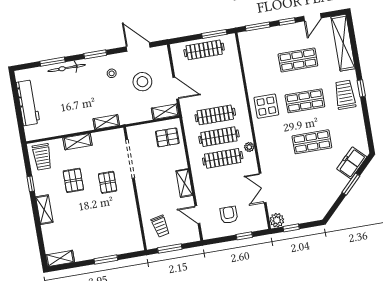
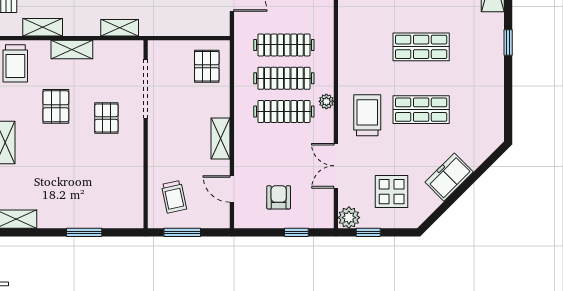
trolley: (345, 95) -> (367, 115), moved
display table: (266, 106) -> (392, 192), moved
shelving: (165, 112) -> (43, 27), moved
pallet: (167, 137) -> (207, 66), turned 90
freezer: (352, 163) -> (449, 177), moved
window: (351, 184) -> (468, 183), removed

